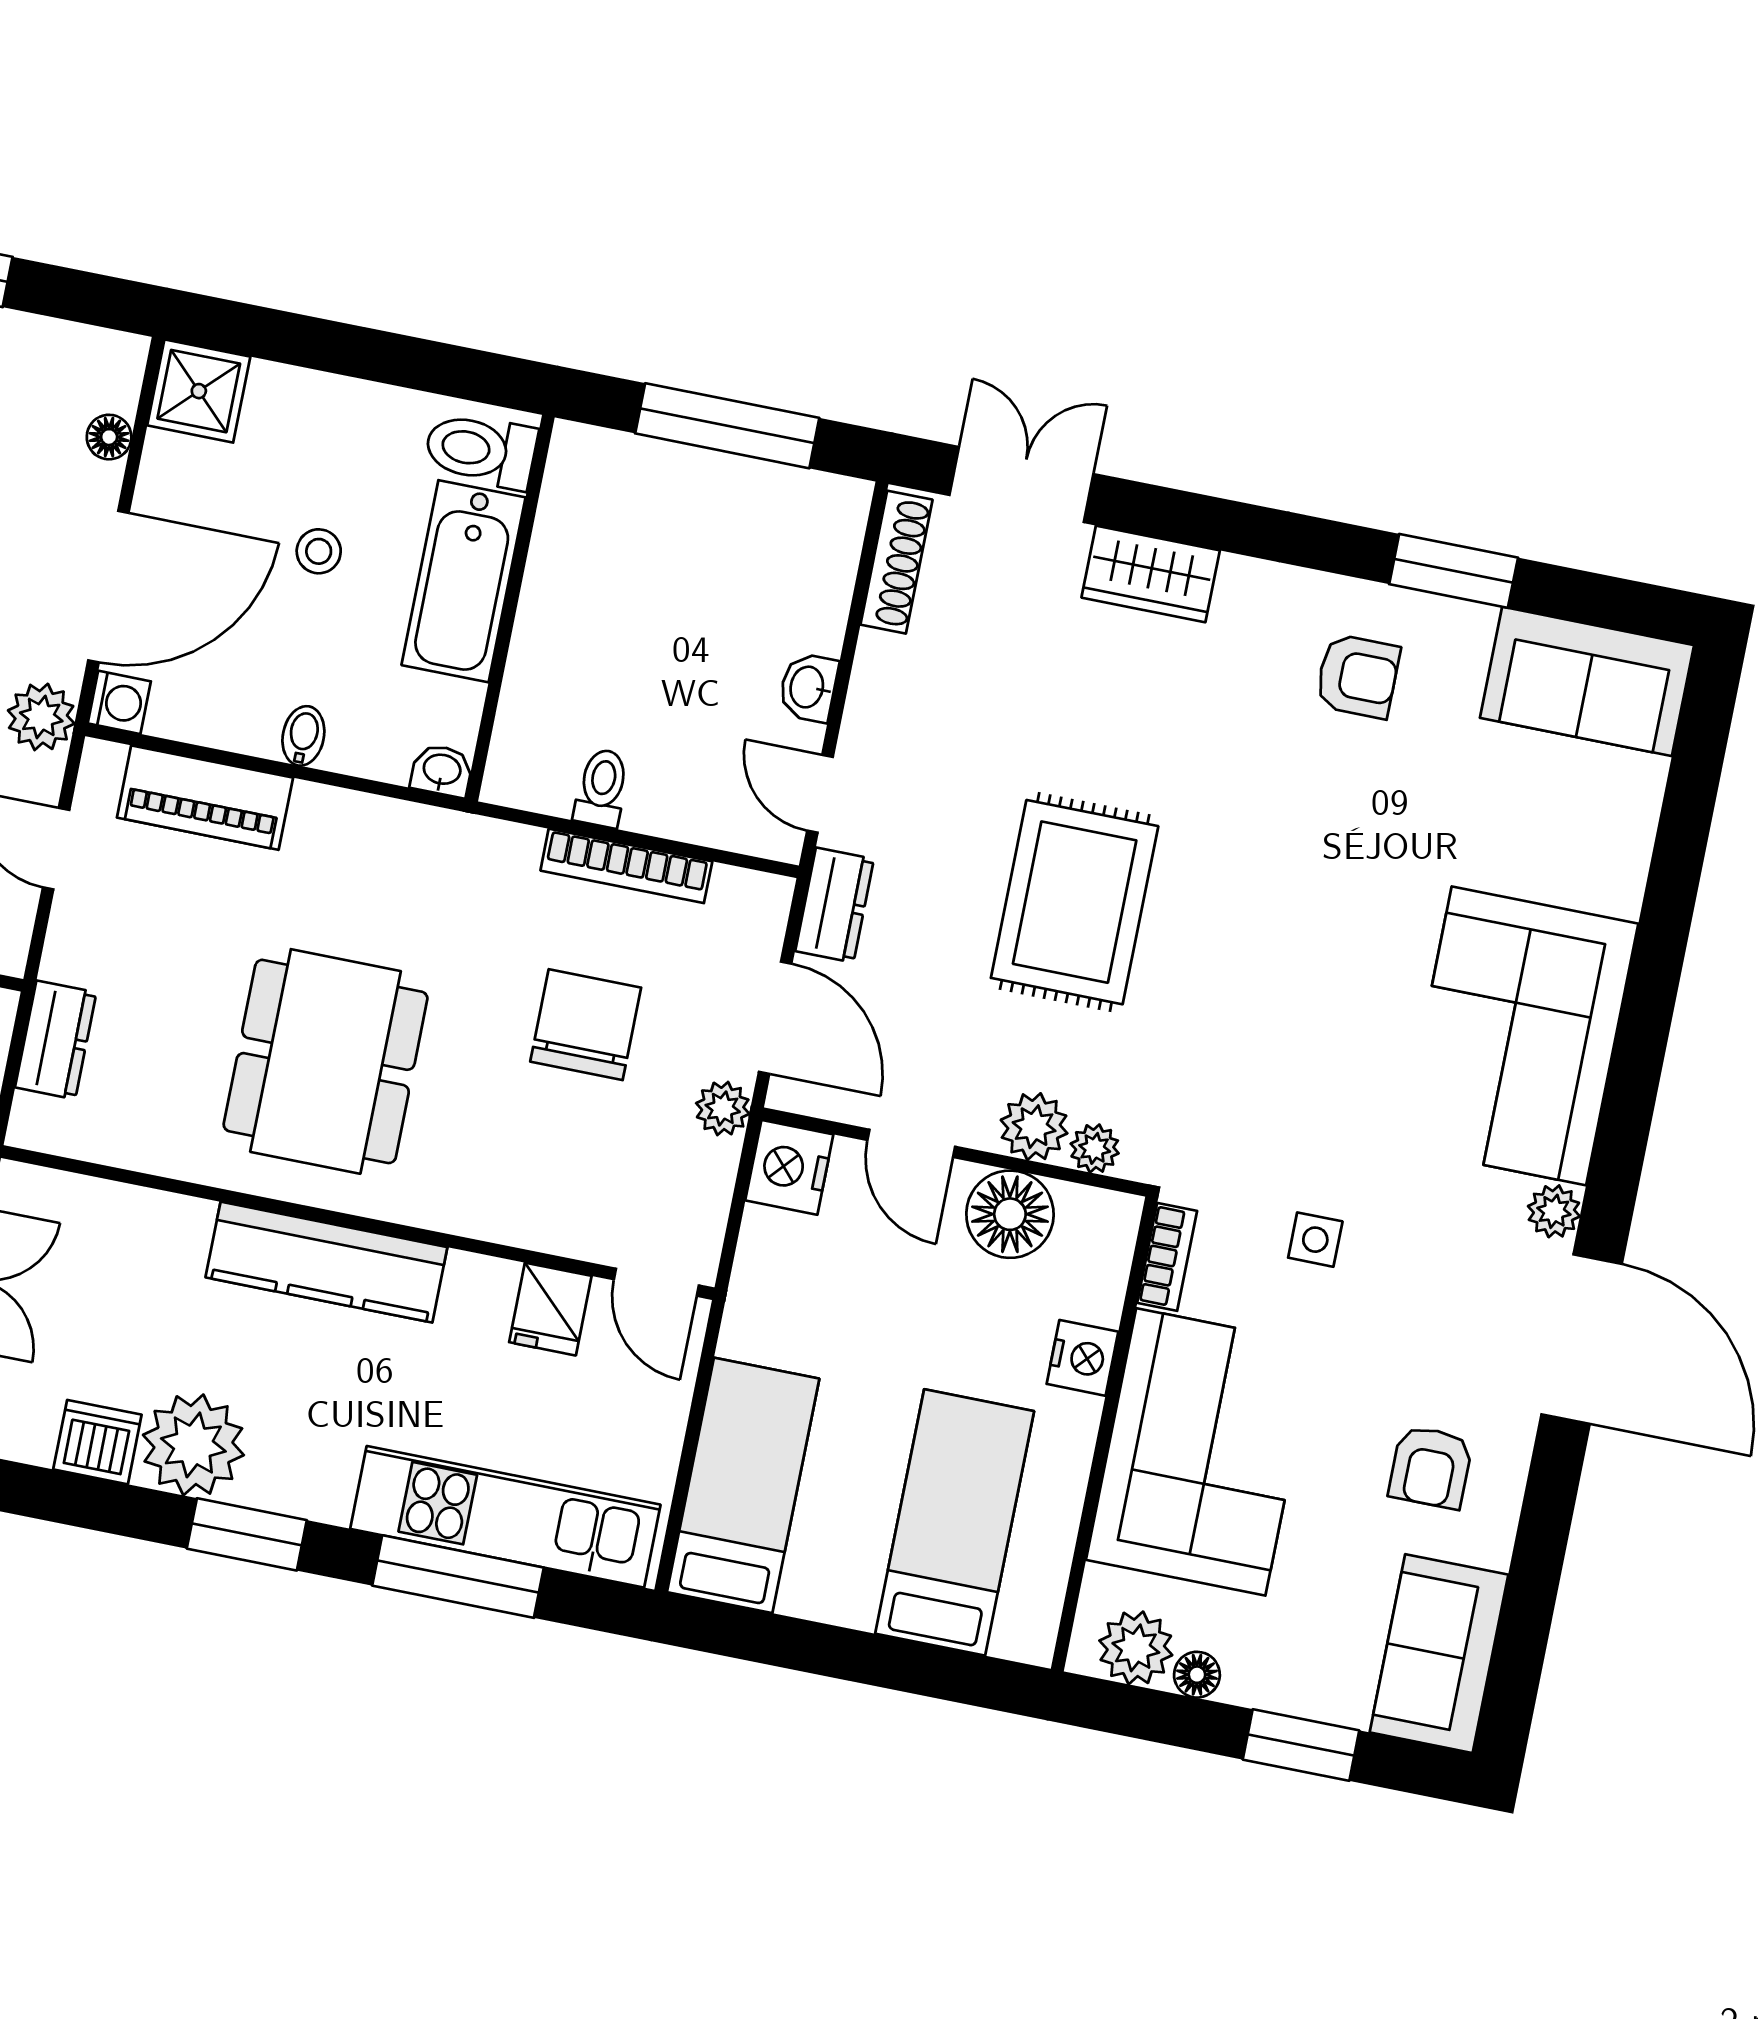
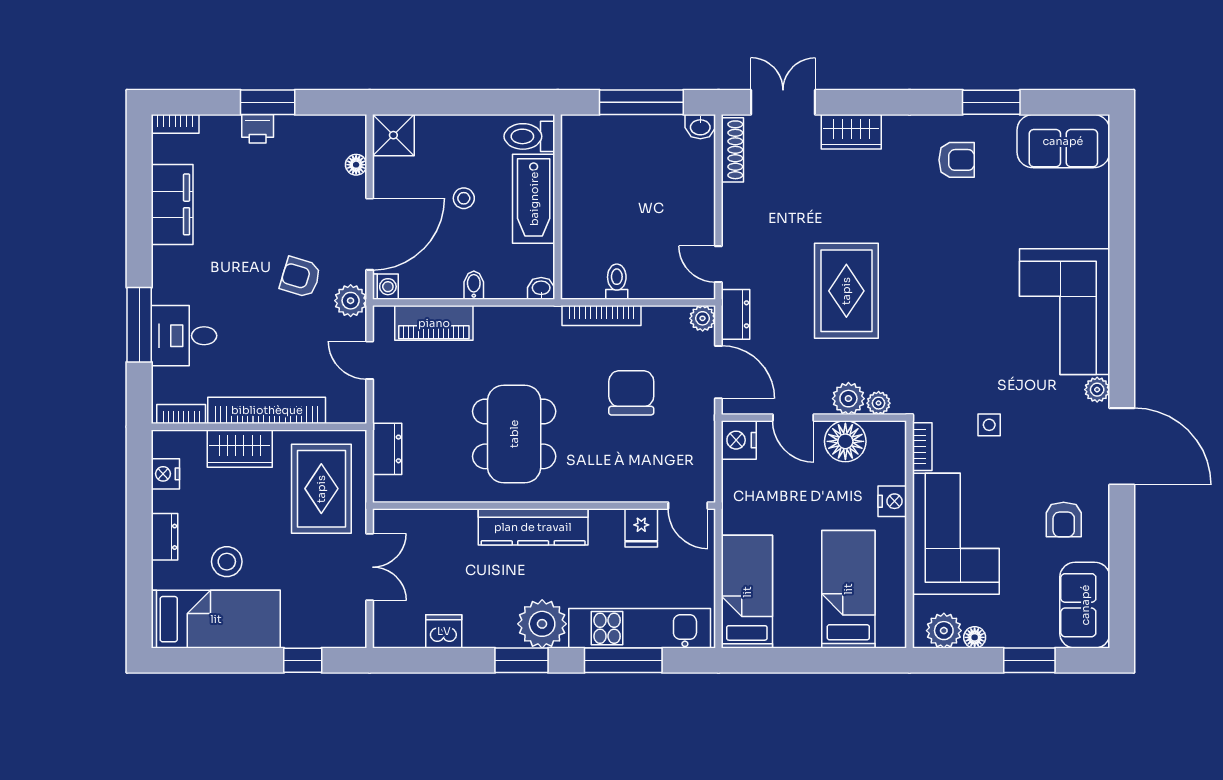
washbasin: (808, 687) -> (700, 127), moved, turned -90
bookcase: (626, 866) -> (601, 316), moved
plant: (723, 1108) -> (703, 318), moved
plant: (193, 1445) -> (542, 624), moved

